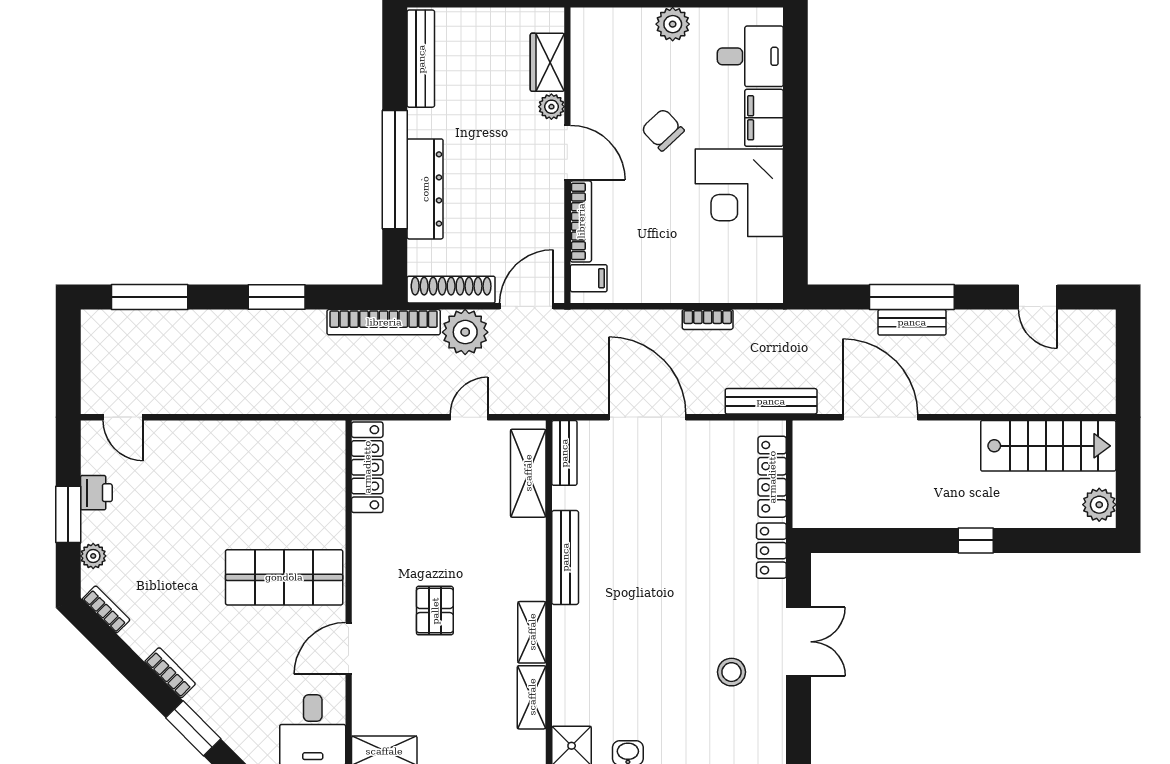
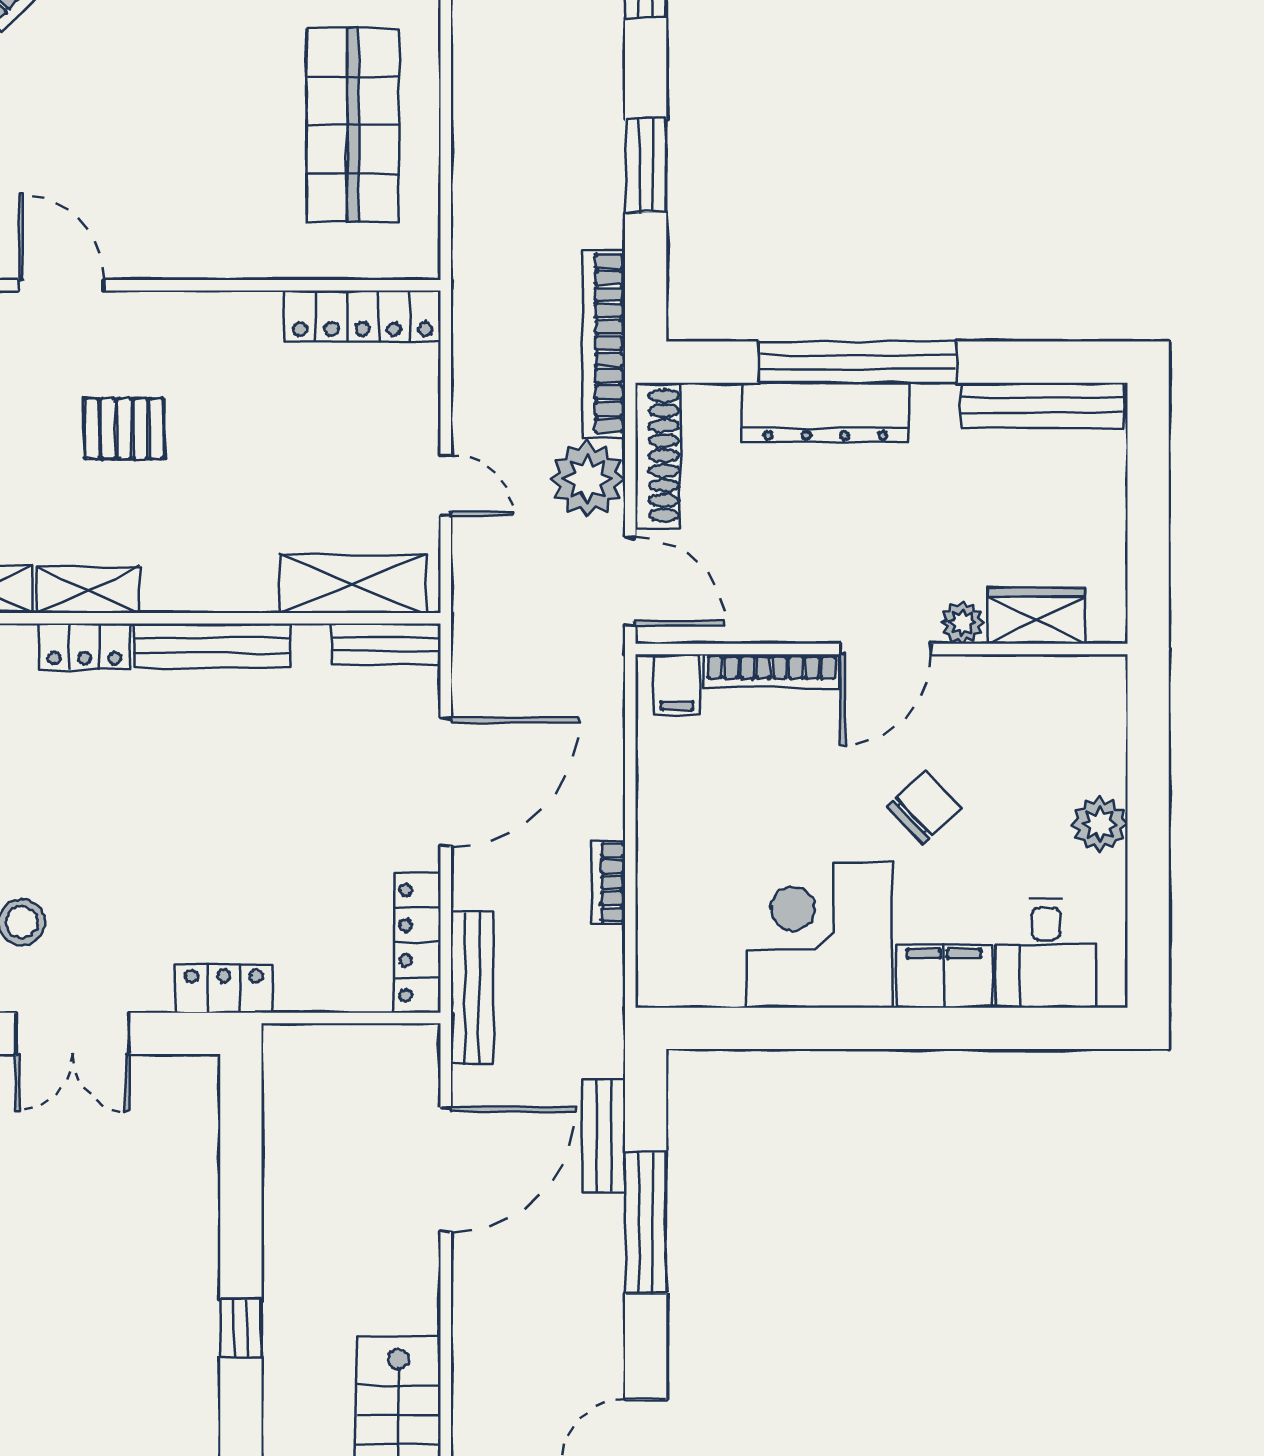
bench: (912, 322) -> (604, 1136), moved
locker: (772, 477) -> (417, 943), moved, turned -90
shop shelf: (284, 577) -> (353, 125), moved
locker: (566, 634) -> (84, 646), added

